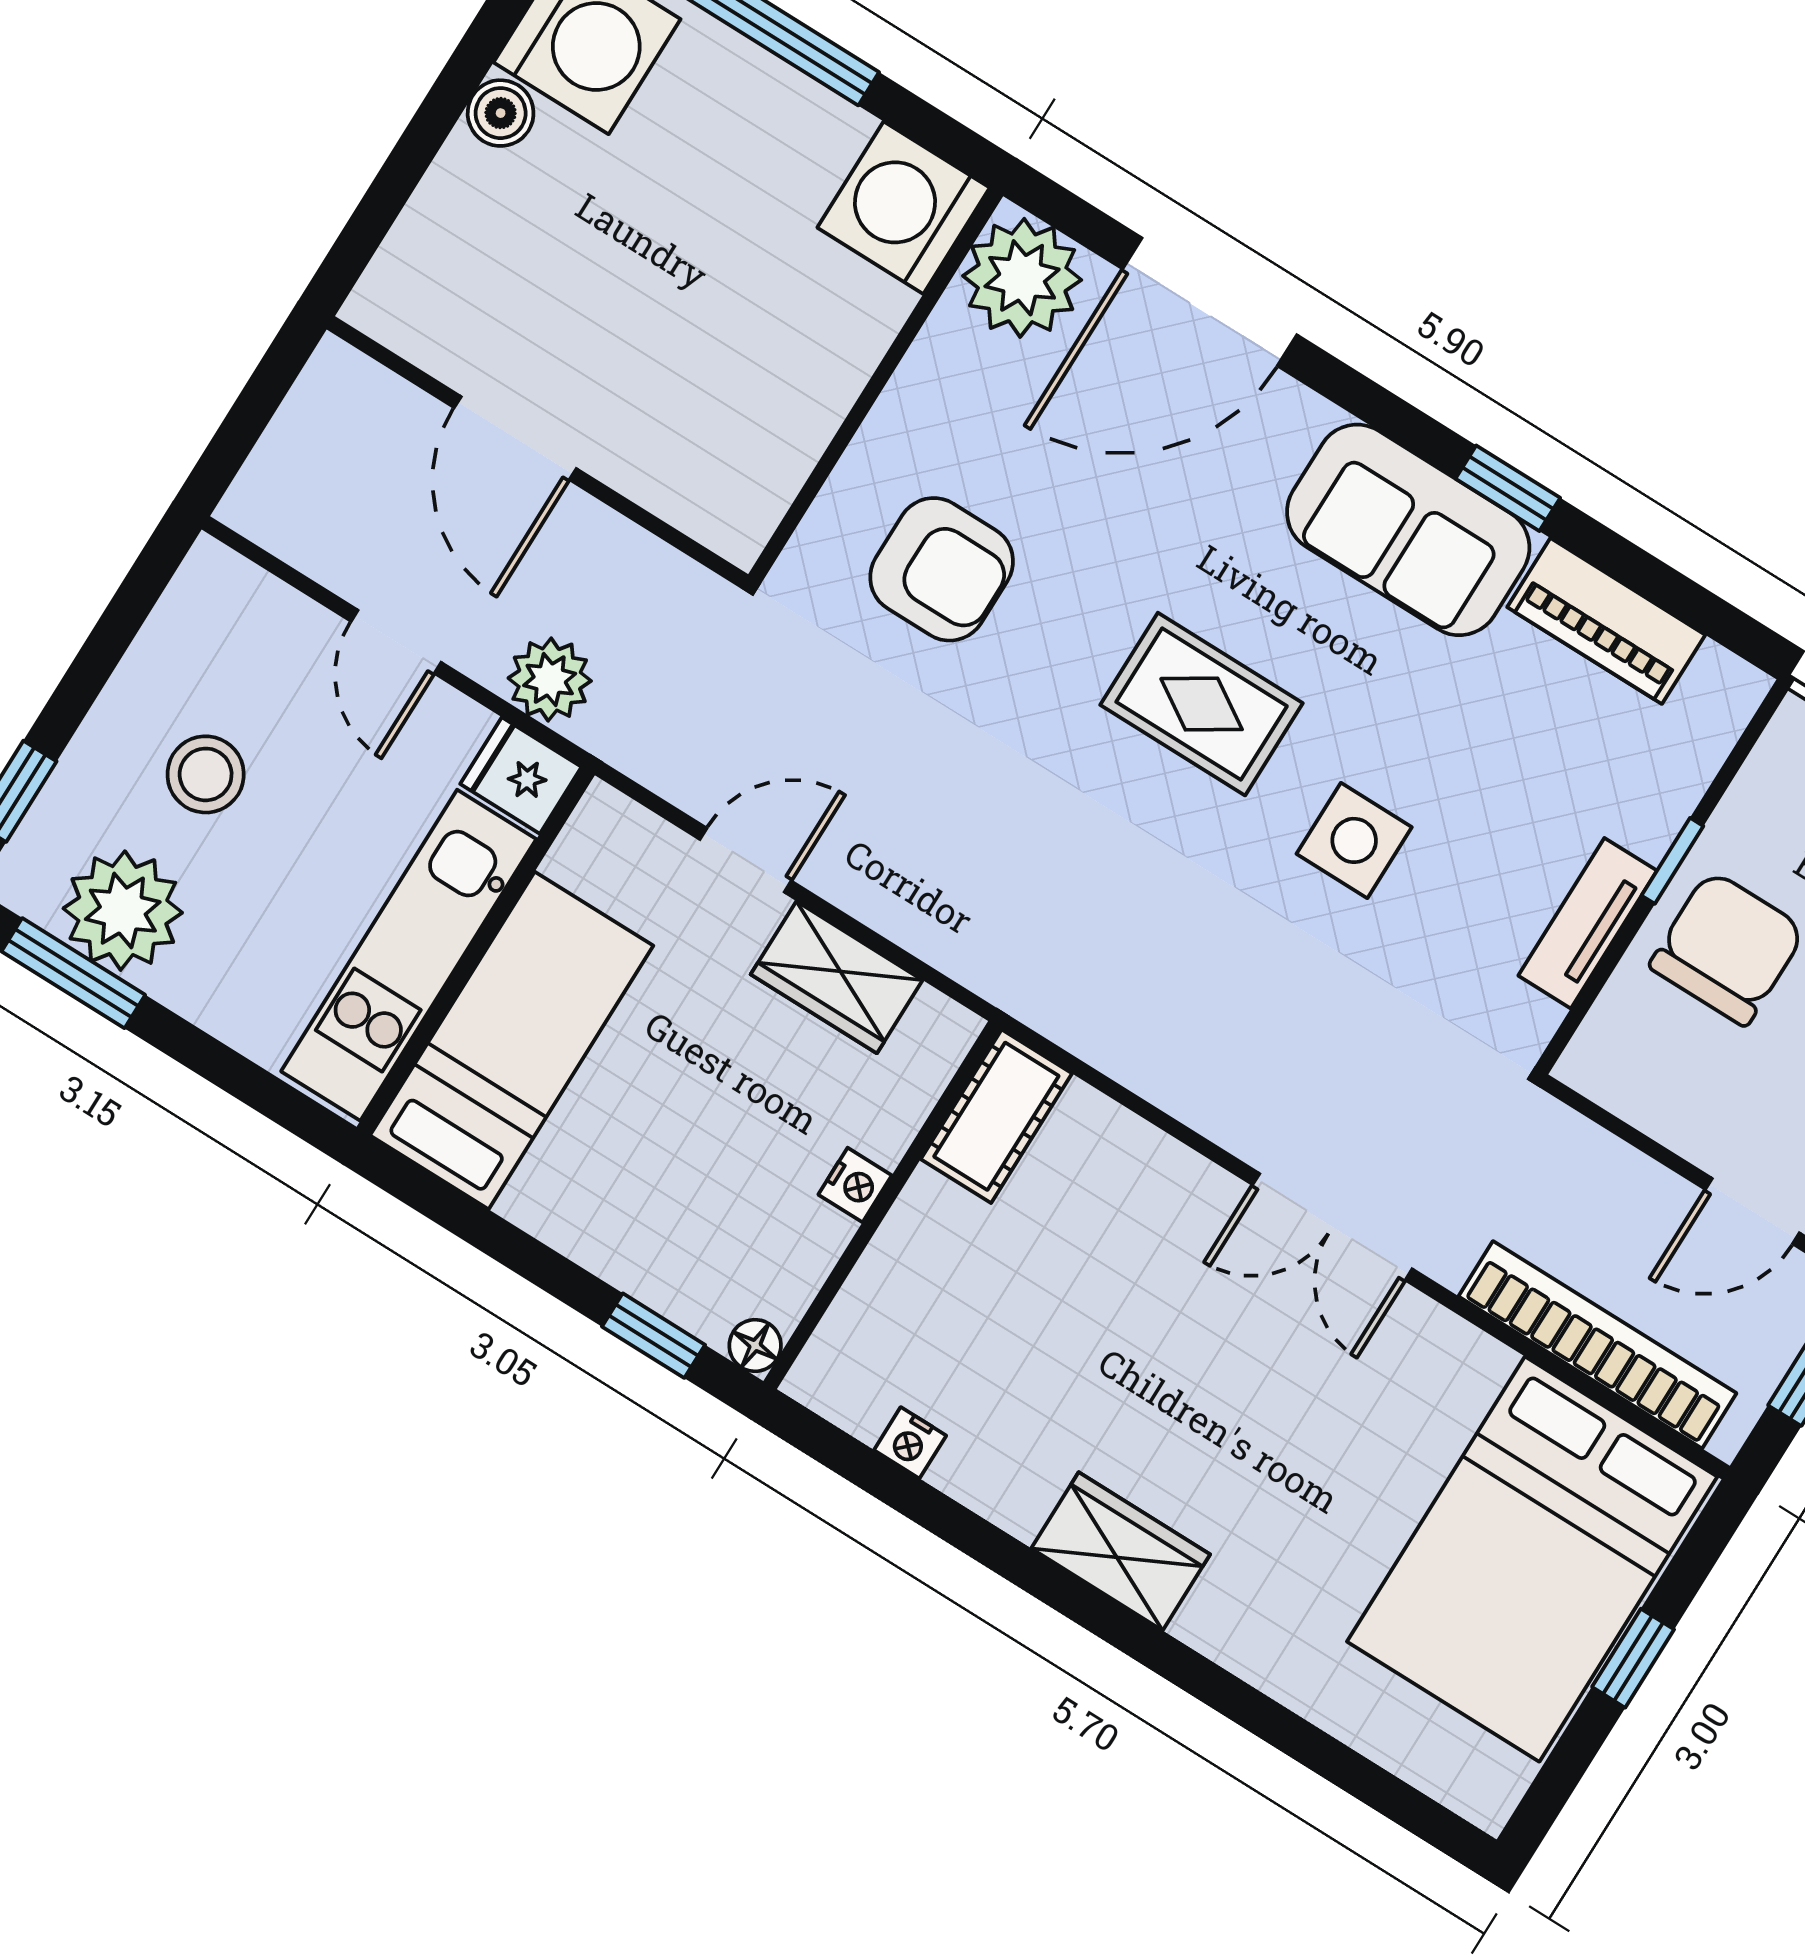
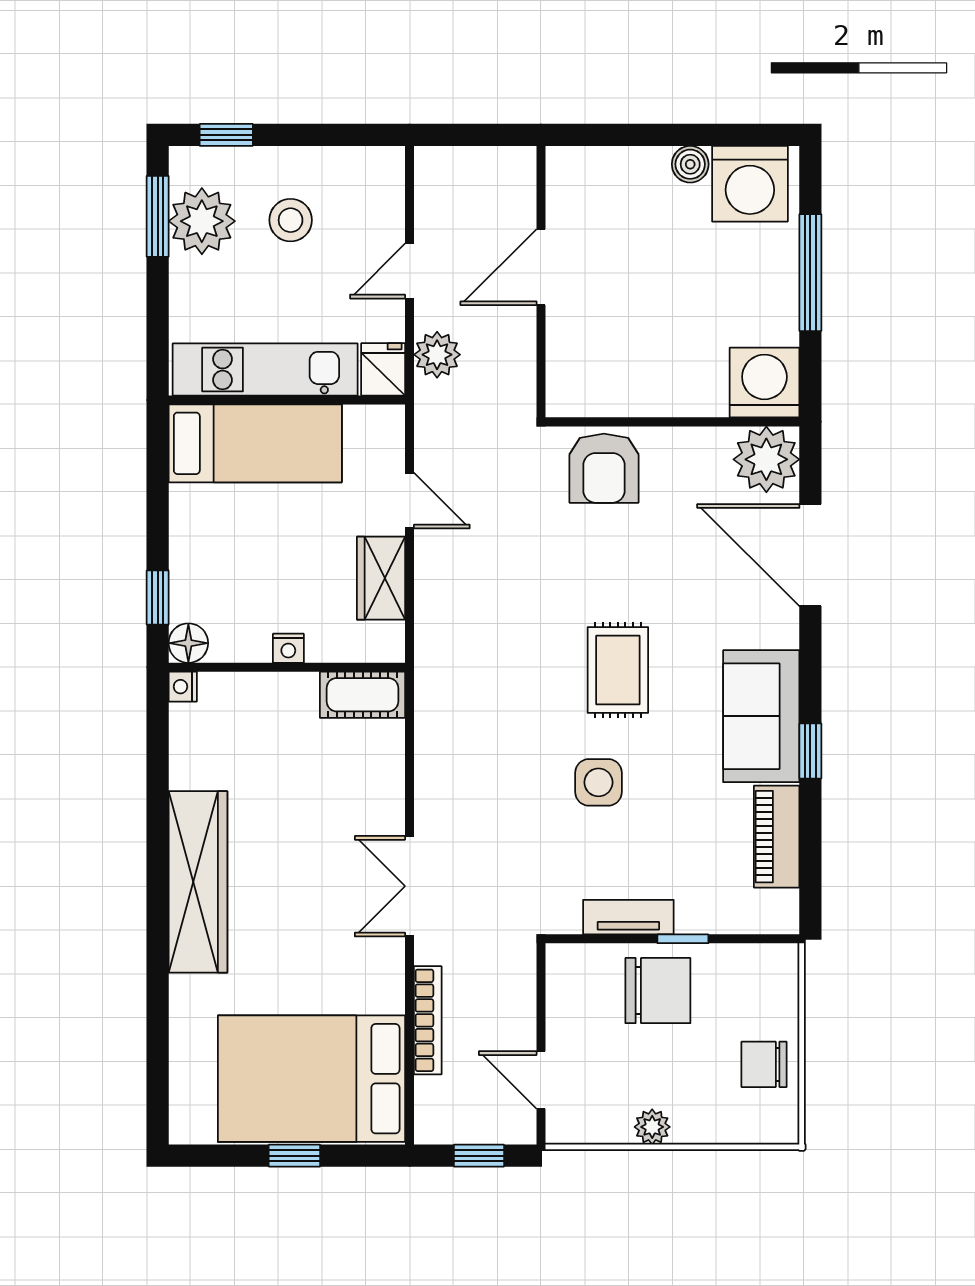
armchair: (942, 569) -> (604, 468), moved
floor lamp: (755, 1345) -> (188, 643), width x1.37, depth x1.37
bookcase: (1597, 1345) -> (428, 1020), width x0.68, depth x0.76
nightstand: (910, 1443) -> (183, 687), moved
wardrobe: (1121, 1551) -> (198, 882), width x2.10, depth x1.17

